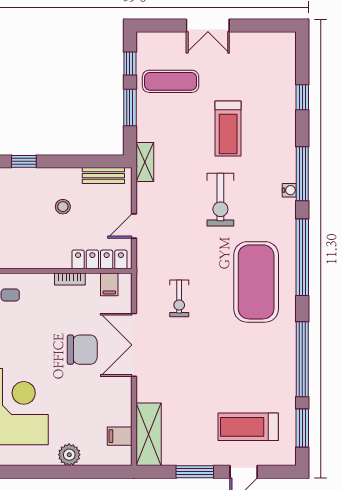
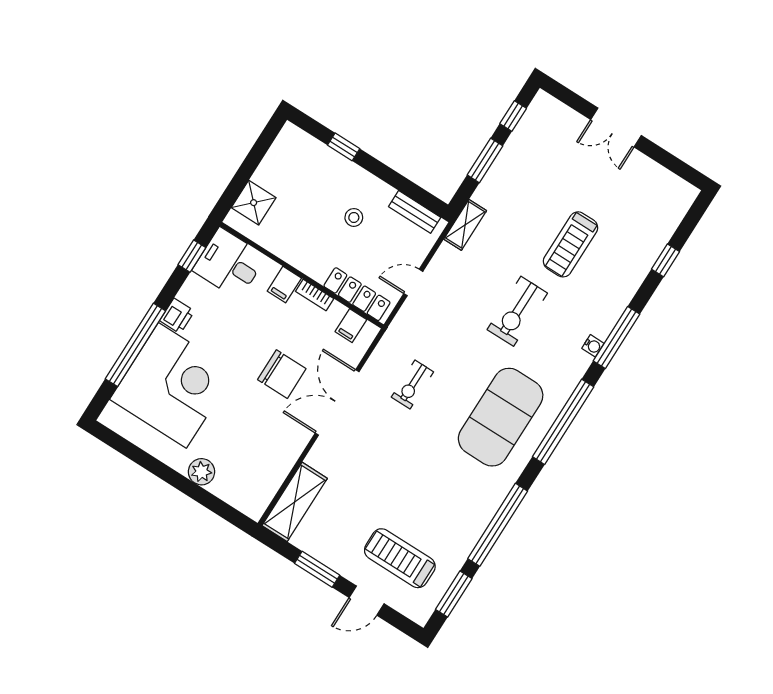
exercise mat: (171, 81) -> (543, 160), removed
filing cabinet: (120, 436) -> (284, 285), moved, turned -90

